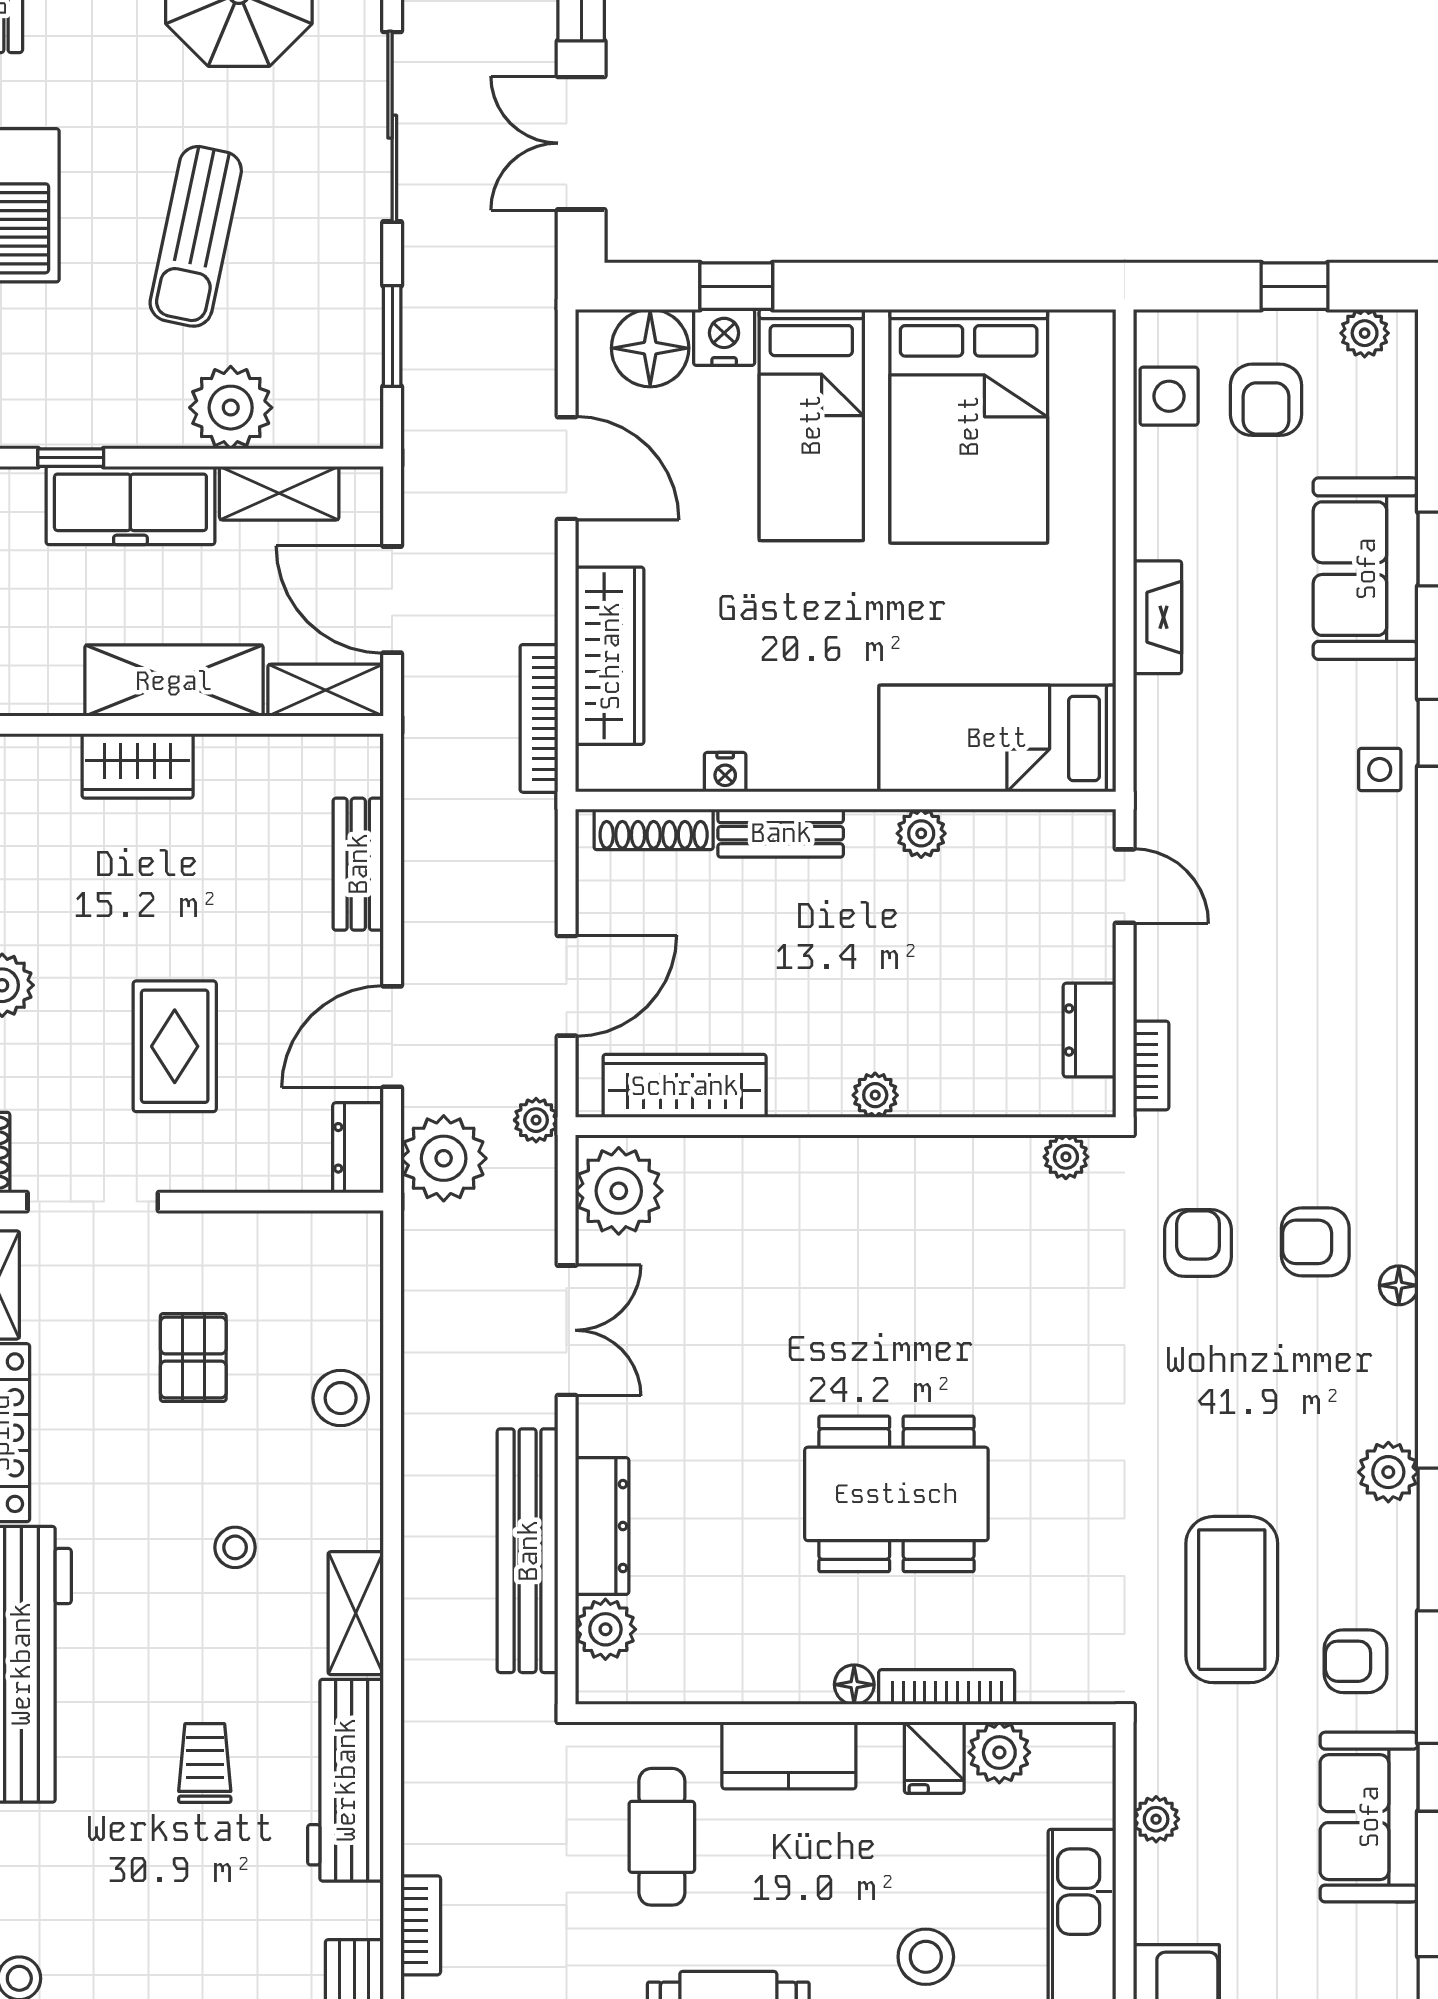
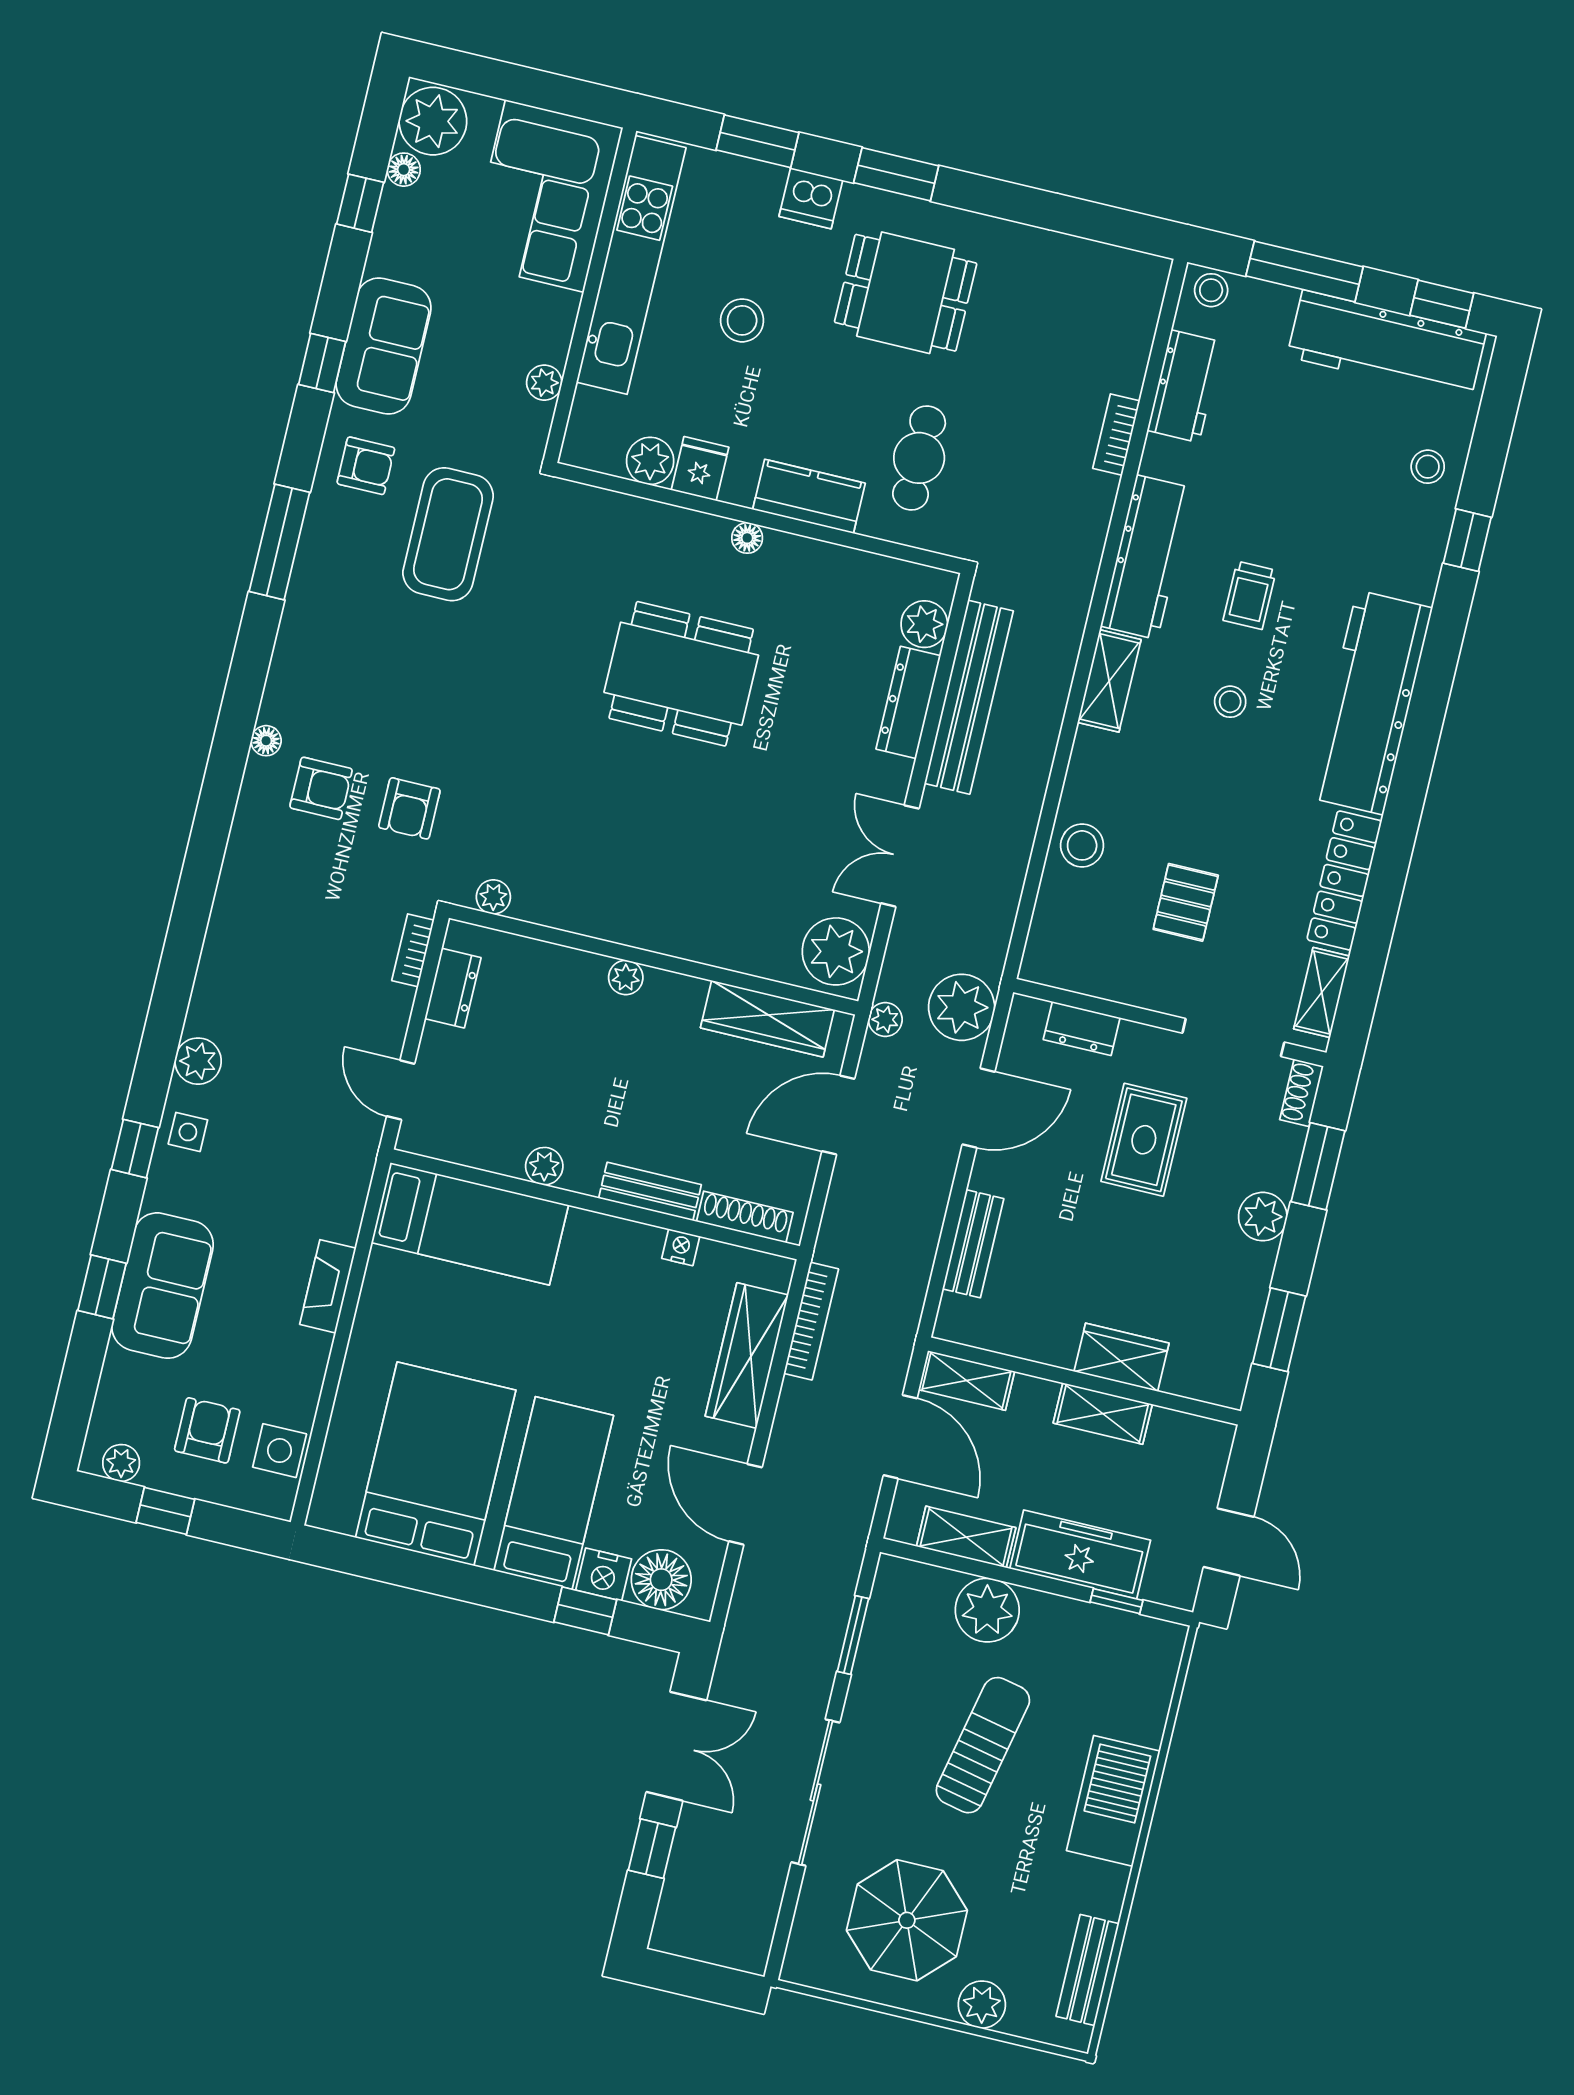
shelving: (174, 681) -> (1103, 1414), width x0.67, depth x0.75
dresser: (358, 1148) -> (1082, 1029), moved, turned 90
plant: (1388, 1472) -> (198, 1061), moved
stool: (235, 1547) -> (1230, 702), moved
bookcase: (947, 1687) -> (678, 520), removed

